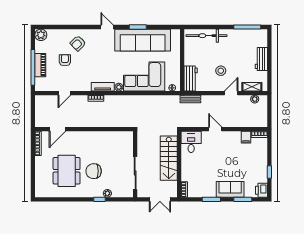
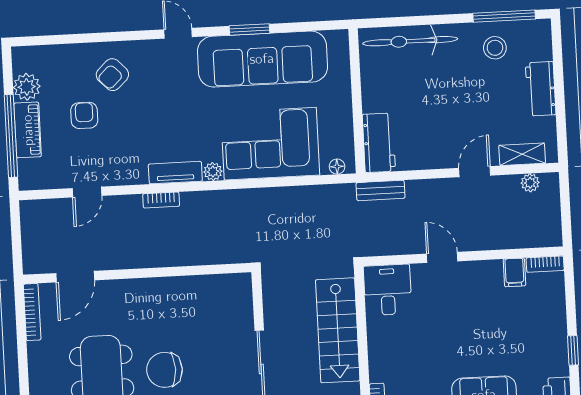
plant: (41, 35) -> (27, 87), moved
stool: (221, 71) -> (495, 48), moved

